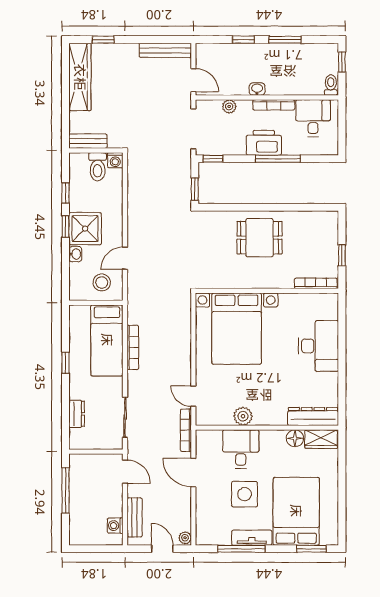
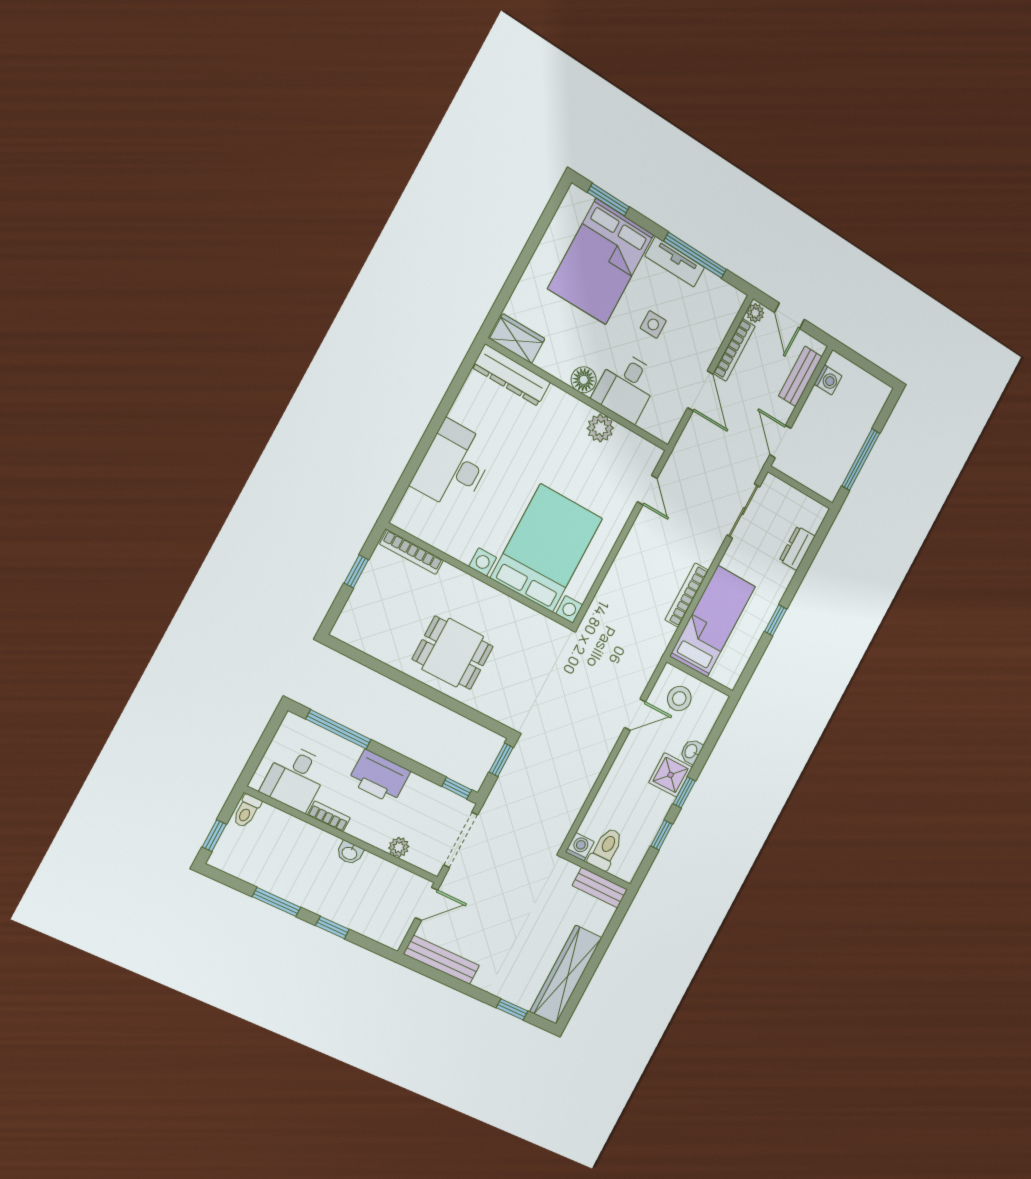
door: (193, 80) -> (427, 904), swing flipped
bookcase: (274, 105) -> (329, 816), width x0.64
window: (278, 159) -> (338, 729), moved
shower: (85, 229) -> (671, 775), width x0.73, depth x0.73
bookcase: (186, 430) -> (734, 350), moved
floor lamp: (295, 438) -> (584, 380), moved
side table: (245, 494) -> (653, 324), width x0.54, depth x0.54

